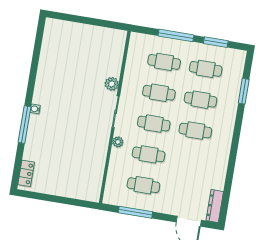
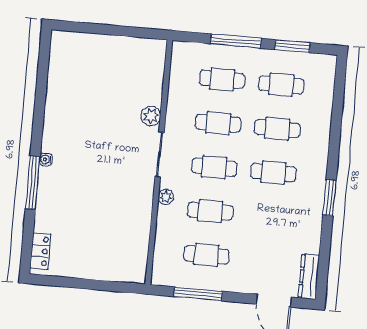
window: (244, 91) -> (329, 198), moved

